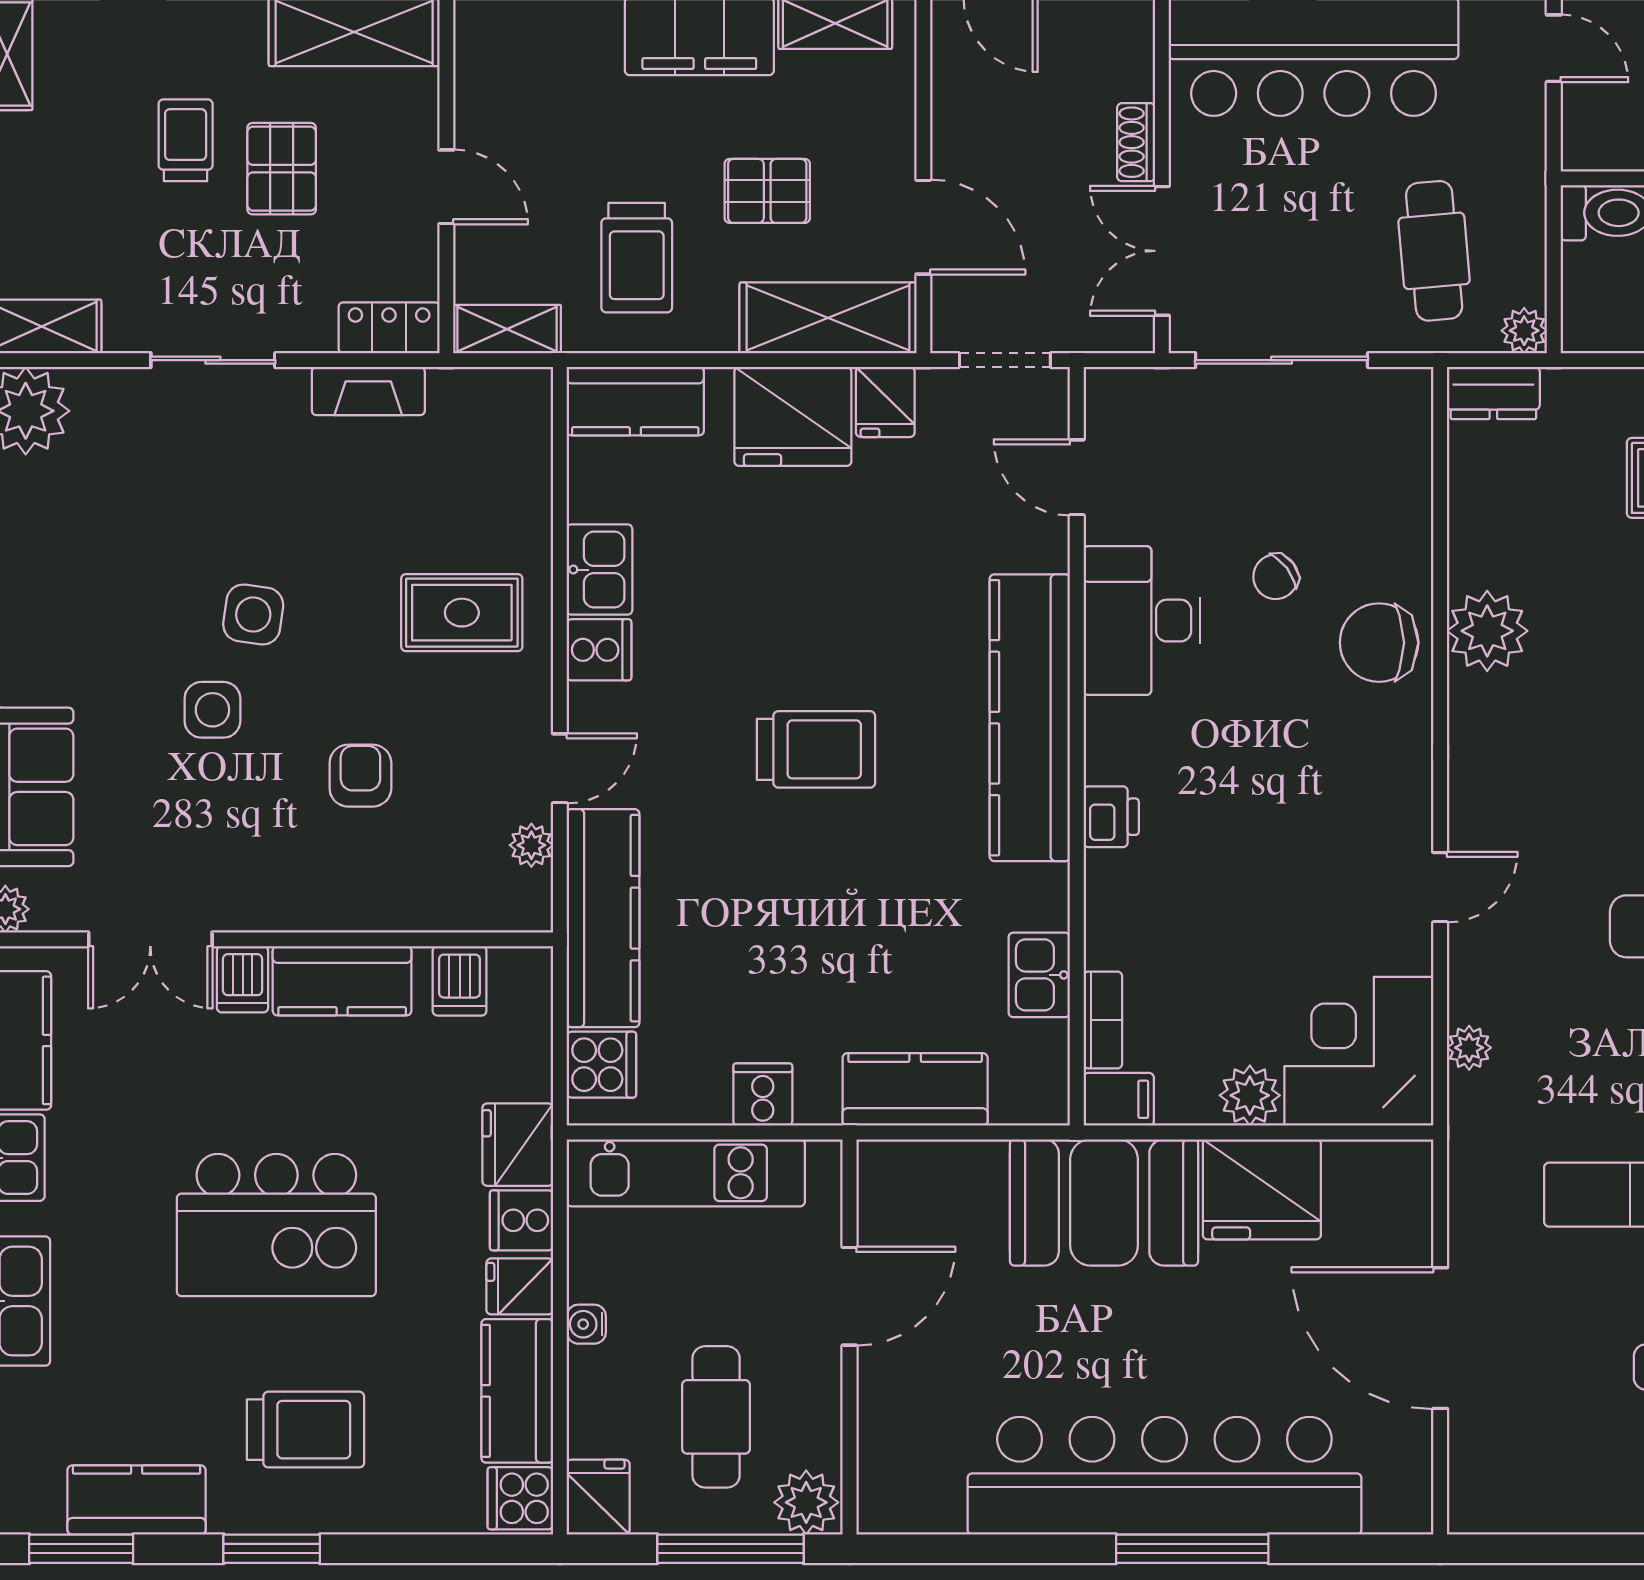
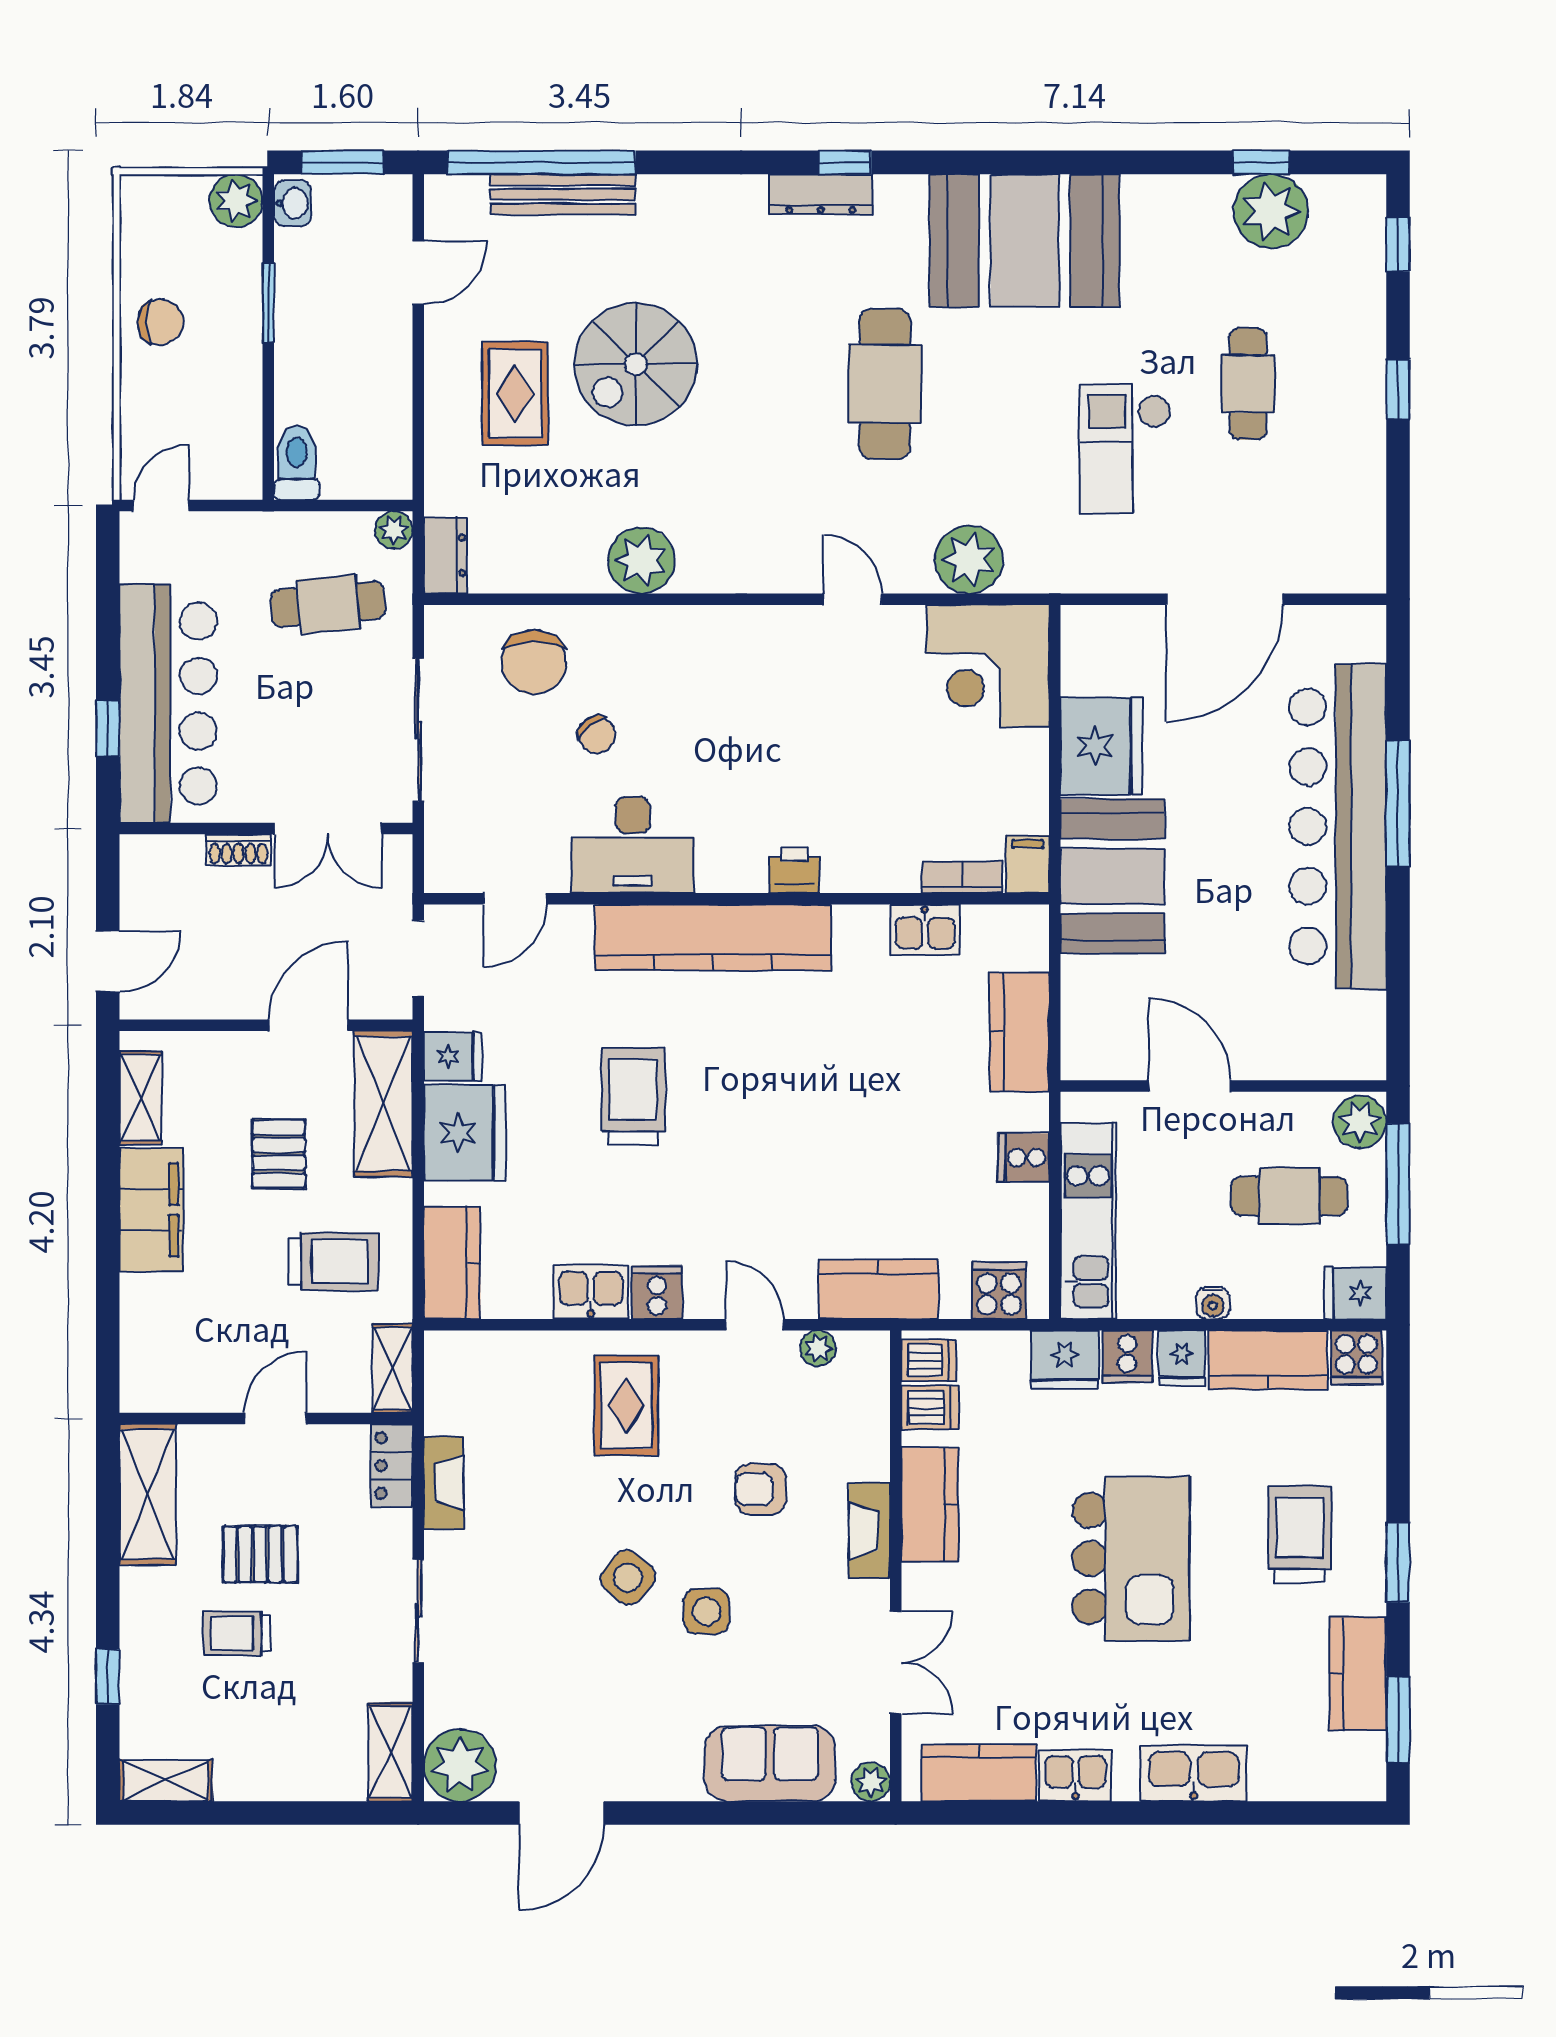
side table: (253, 615) -> (628, 1578), turned 31
chair: (1379, 643) -> (534, 662), moved
trolley: (816, 749) -> (633, 1096), moved
fireplace: (310, 908) -> (870, 1531), added
kitchen counter: (603, 918) -> (878, 1289), width x0.67
dishwasher: (243, 979) -> (929, 1360), moved
plant: (1469, 1048) -> (969, 559), width x1.88, depth x1.88
plant: (1250, 1095) -> (1024, 756), removed

